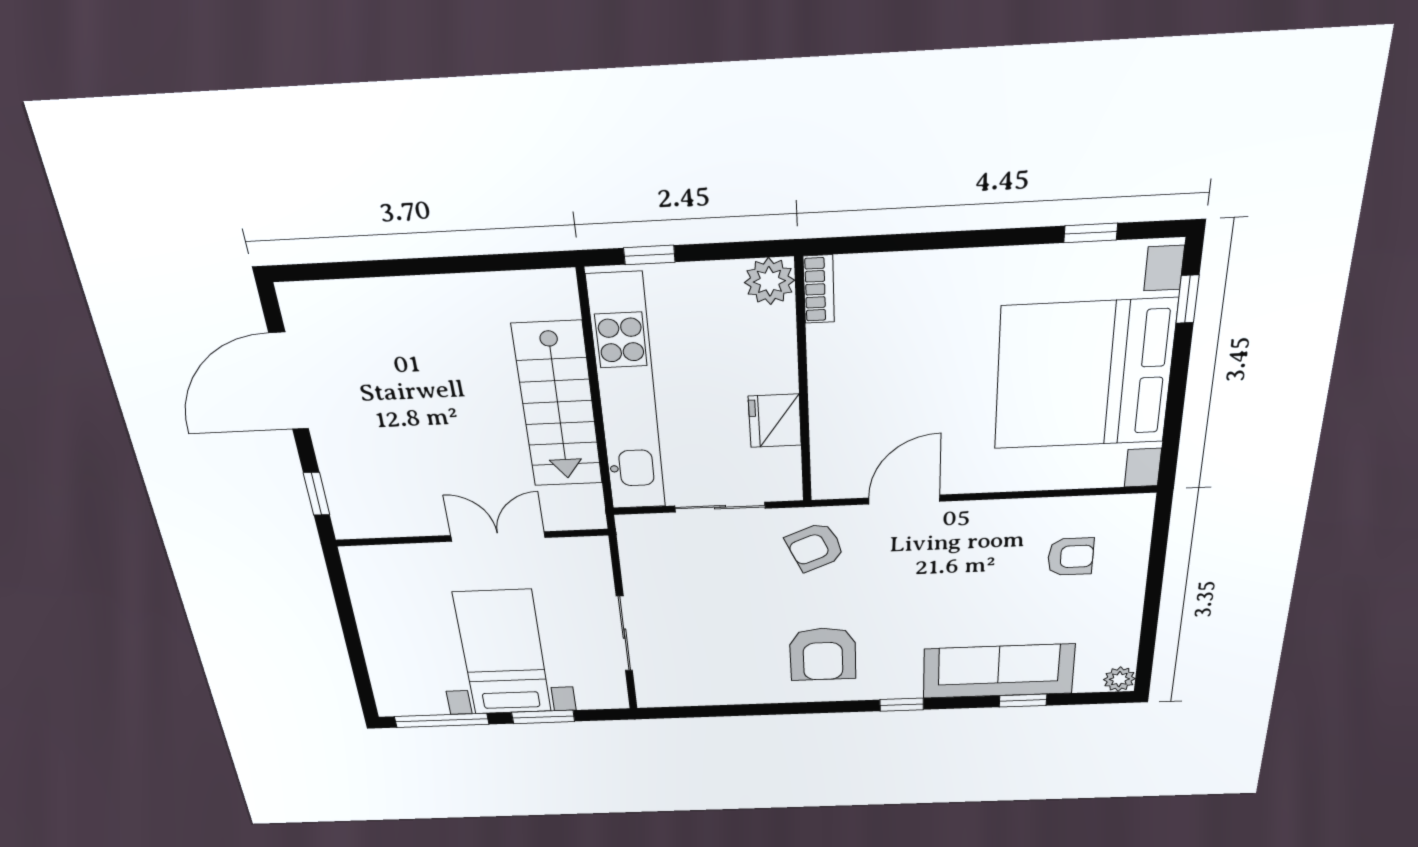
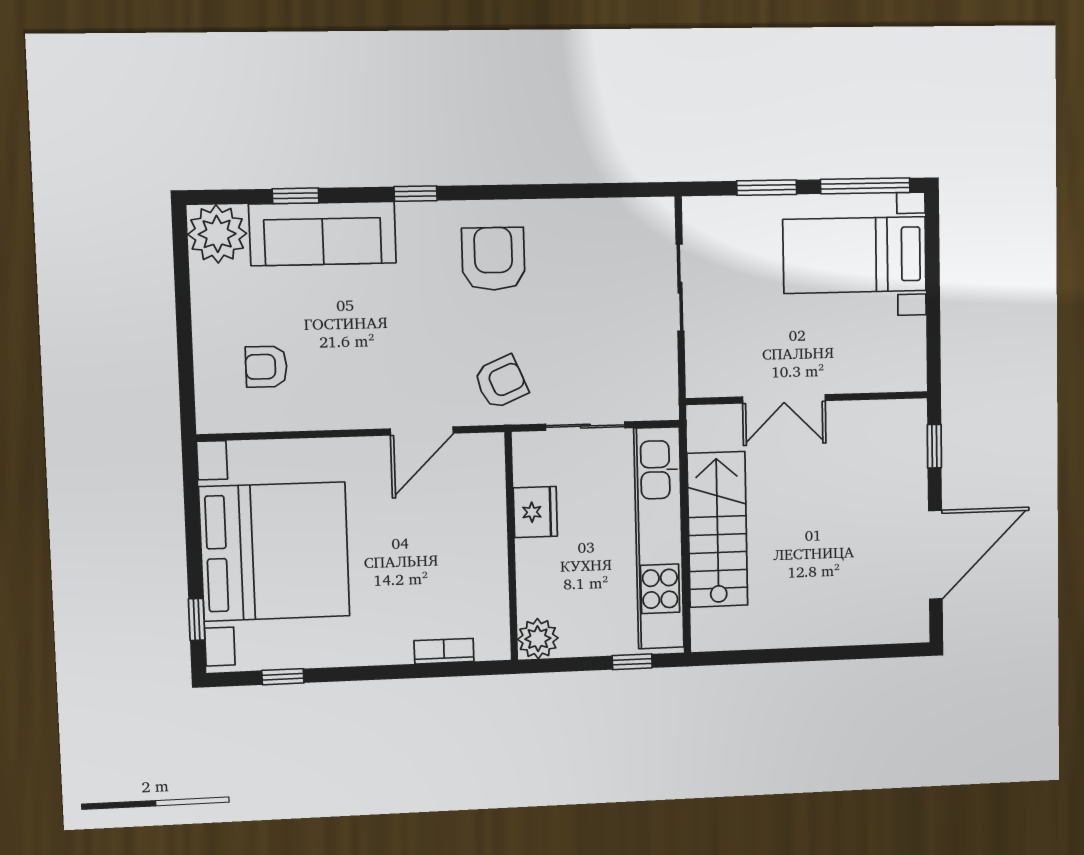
bookcase: (819, 289) -> (444, 651), moved, turned 90
bed with nightstands: (503, 653) -> (855, 255), moved, turned 90
plant: (1119, 679) -> (217, 234), width x1.87, depth x1.87

